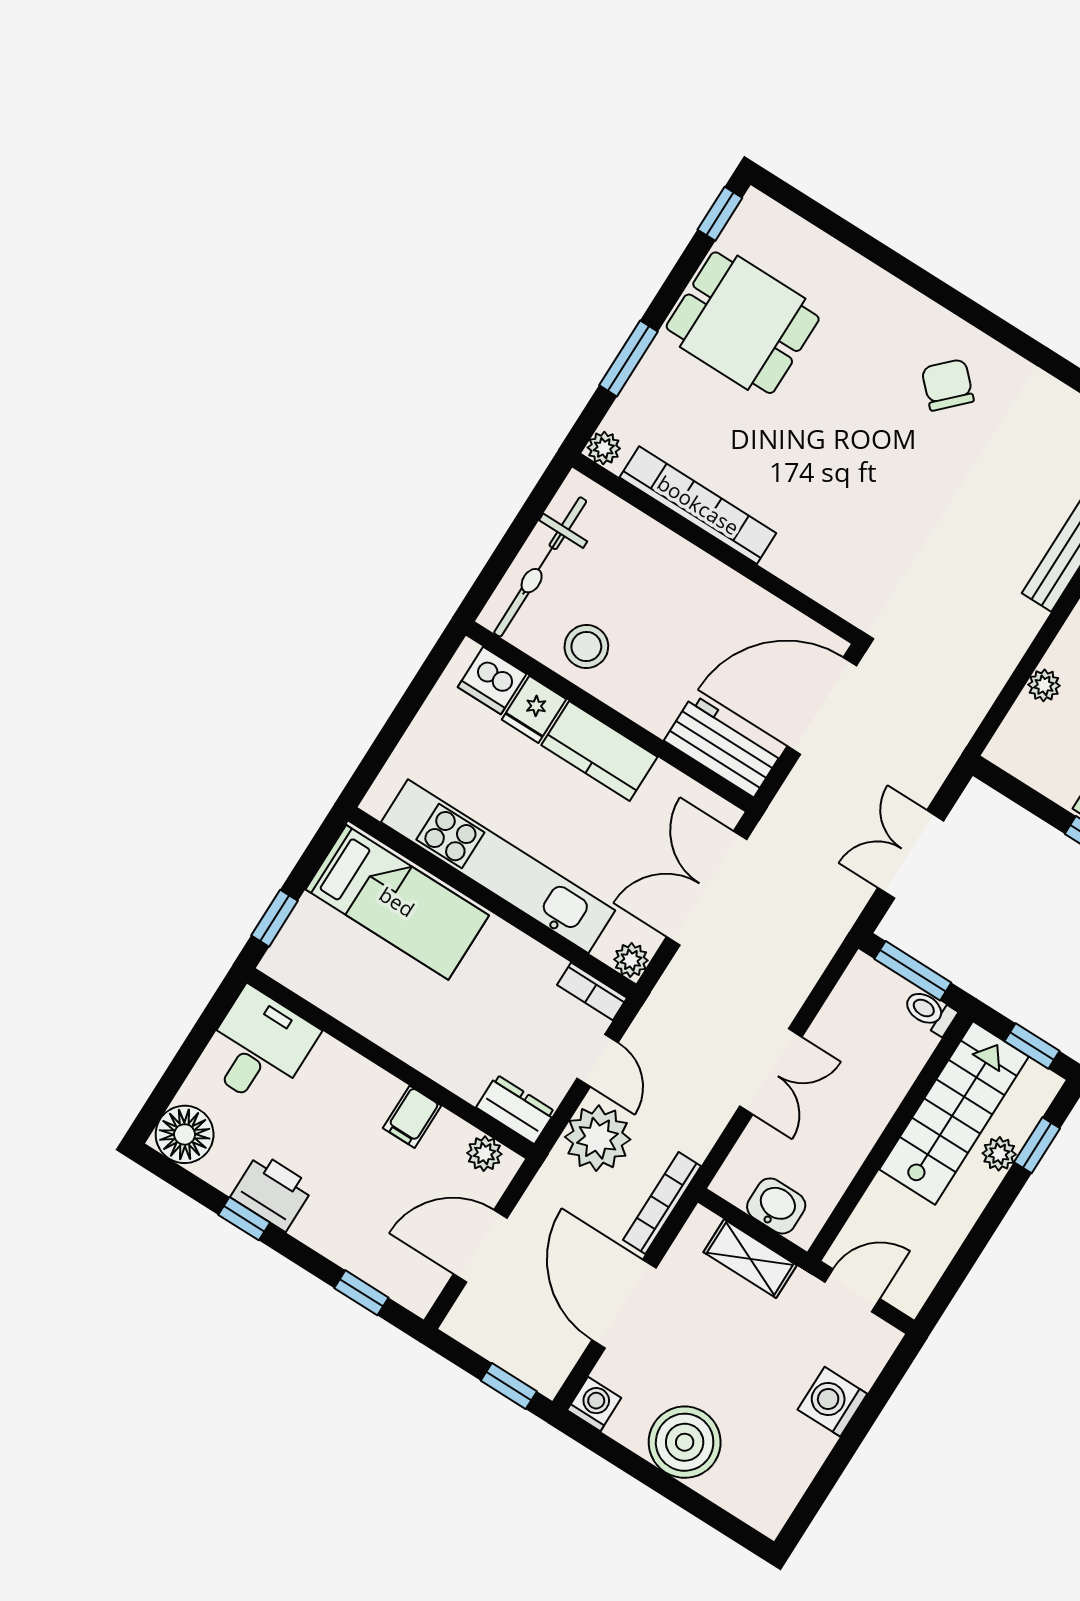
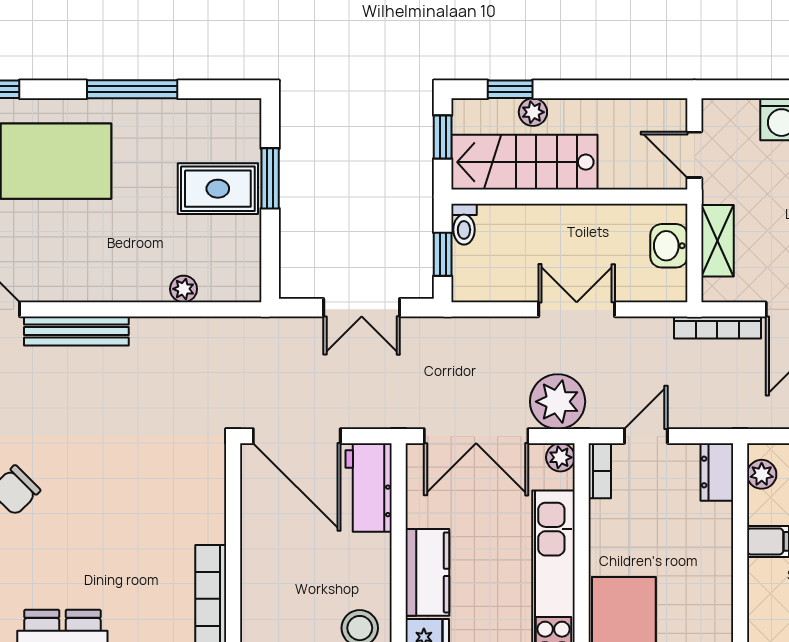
window: (913, 971) -> (443, 254), width x0.67
plant: (598, 1138) -> (558, 402), moved

